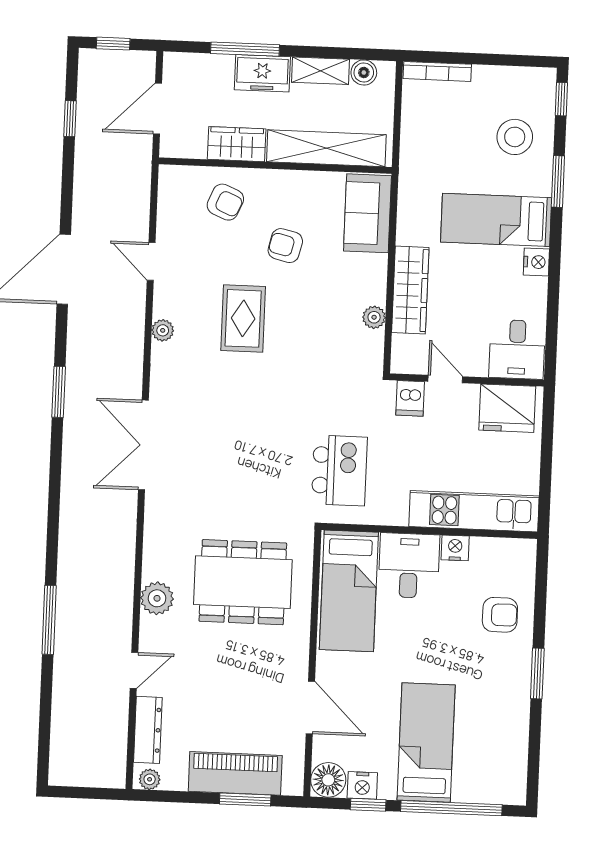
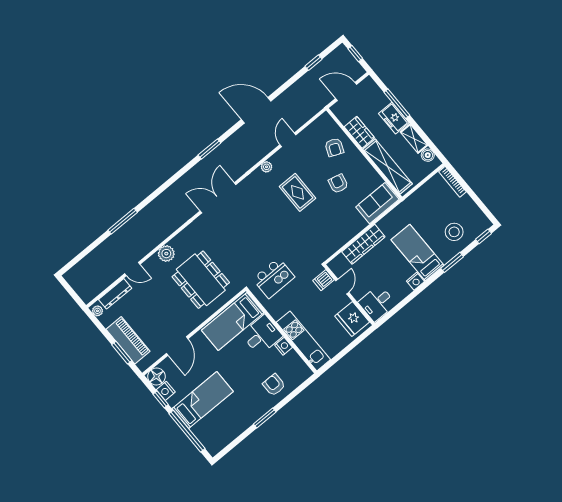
plant: (374, 317) -> (341, 240), removed
rug: (243, 318) -> (298, 192), turned 90
armchair: (500, 615) -> (274, 385), turned 180

